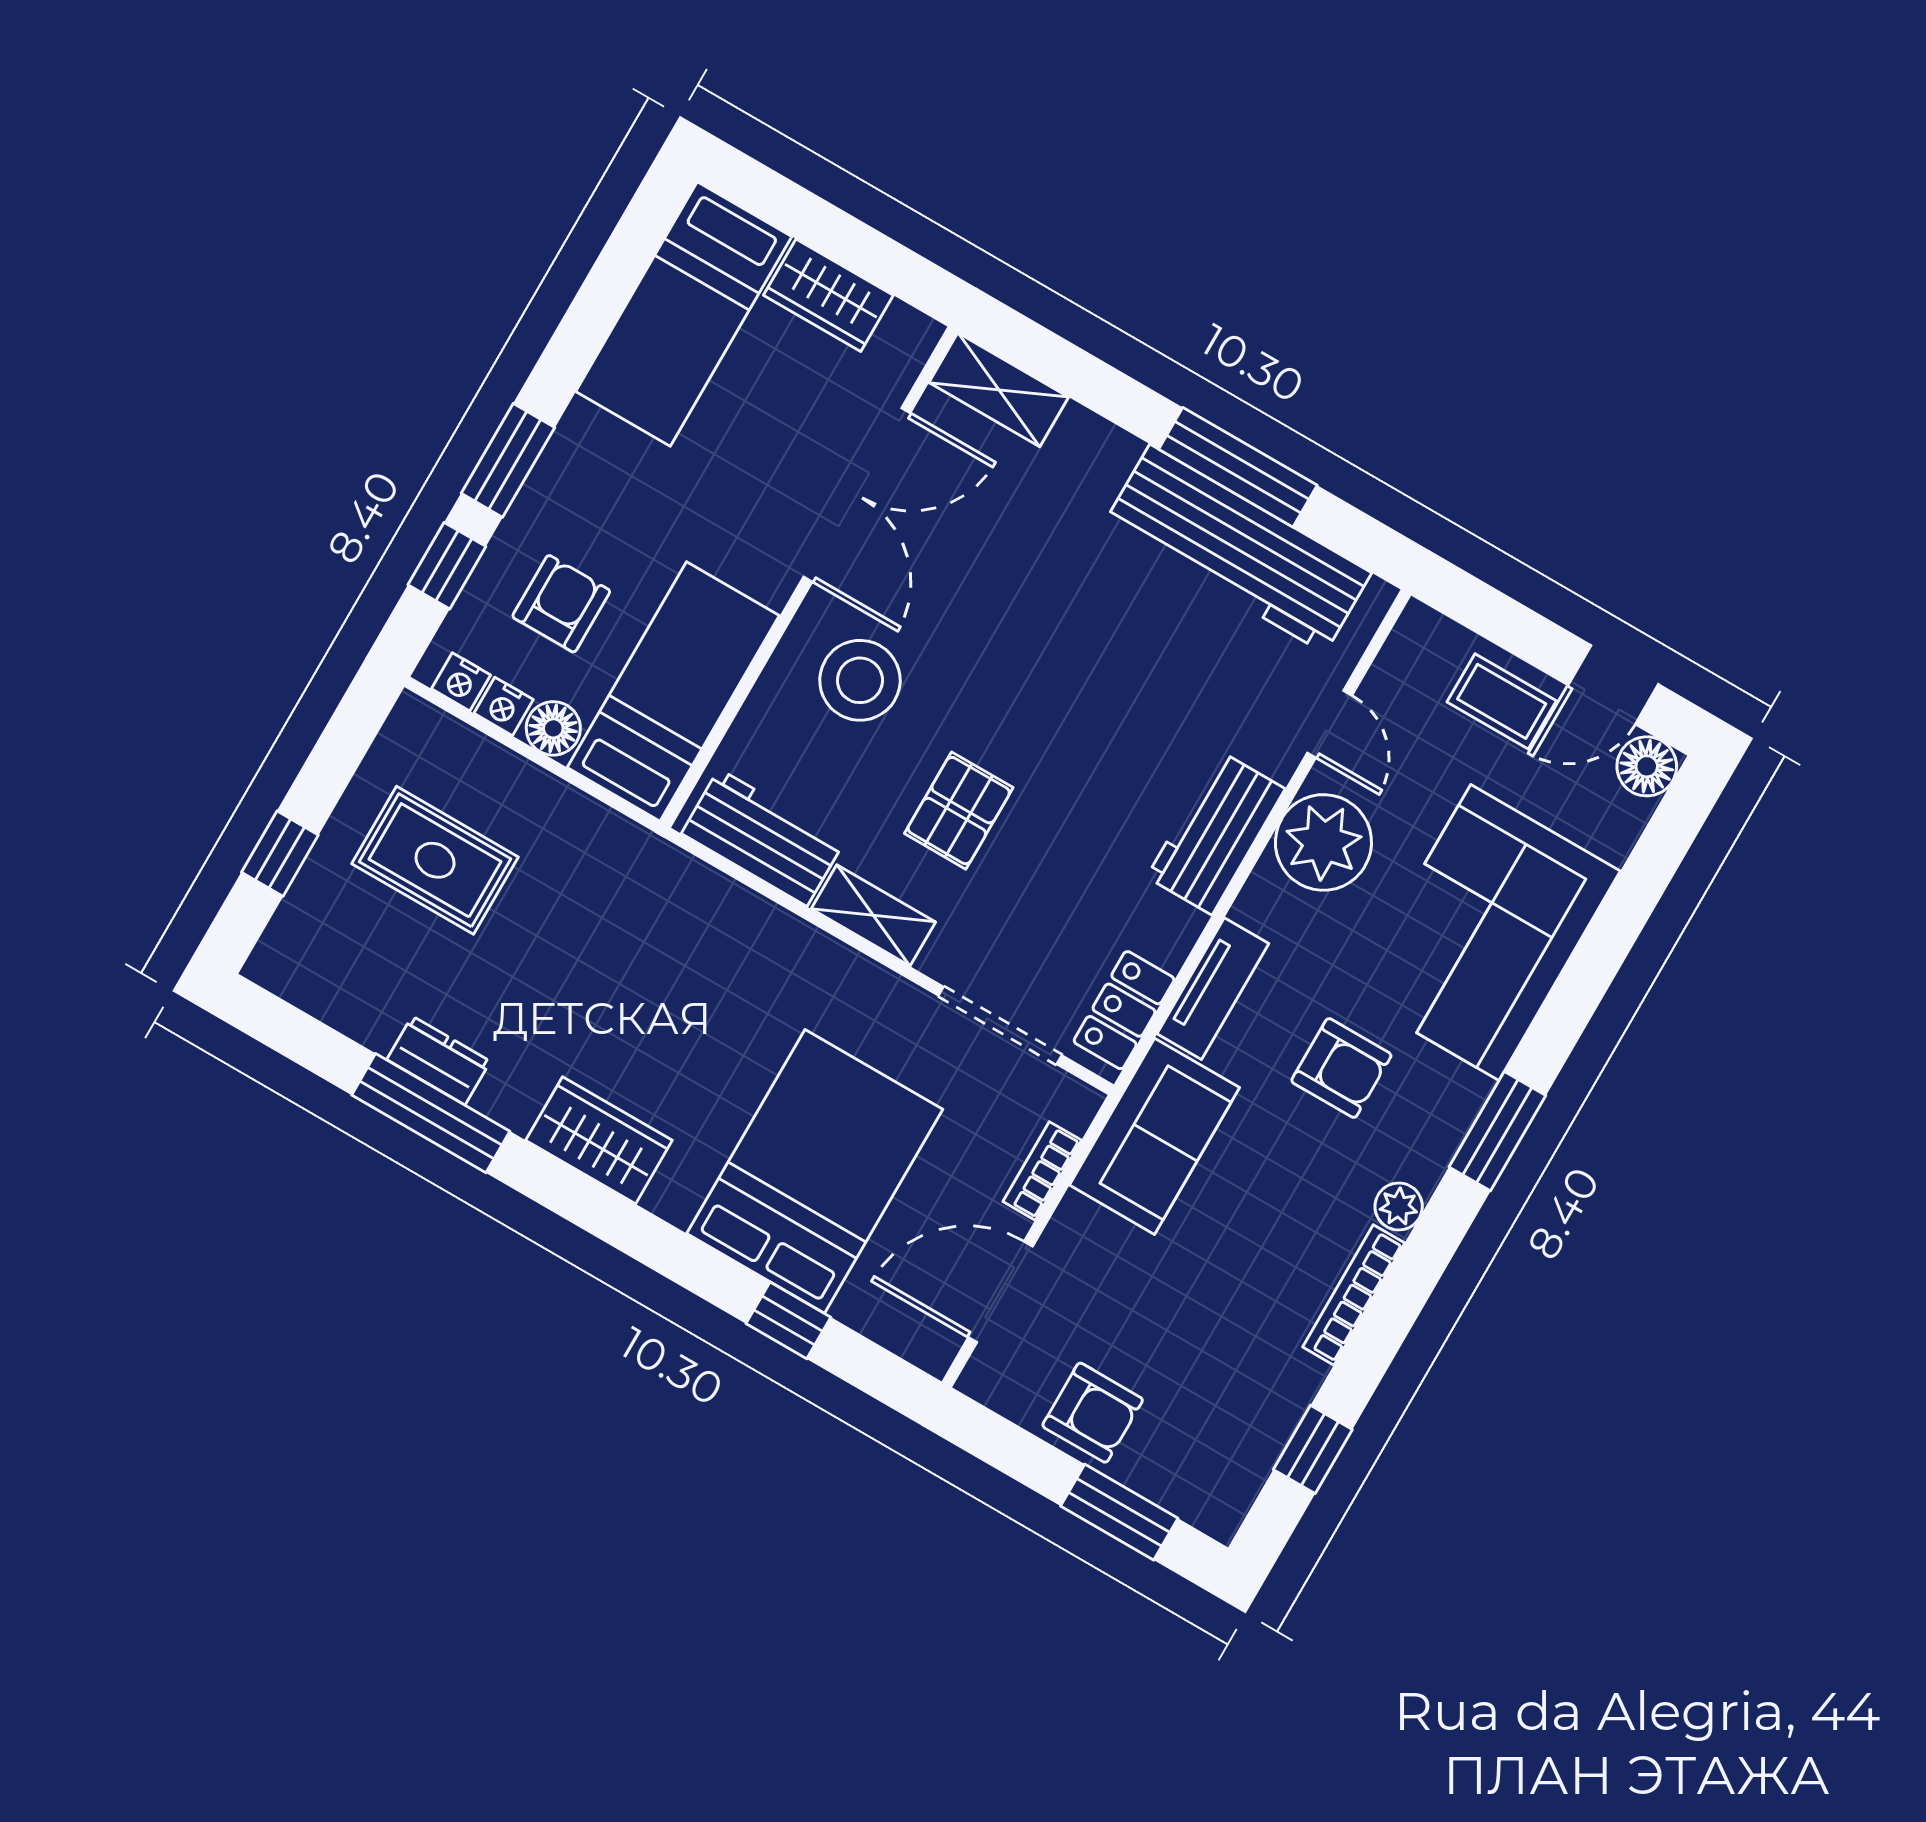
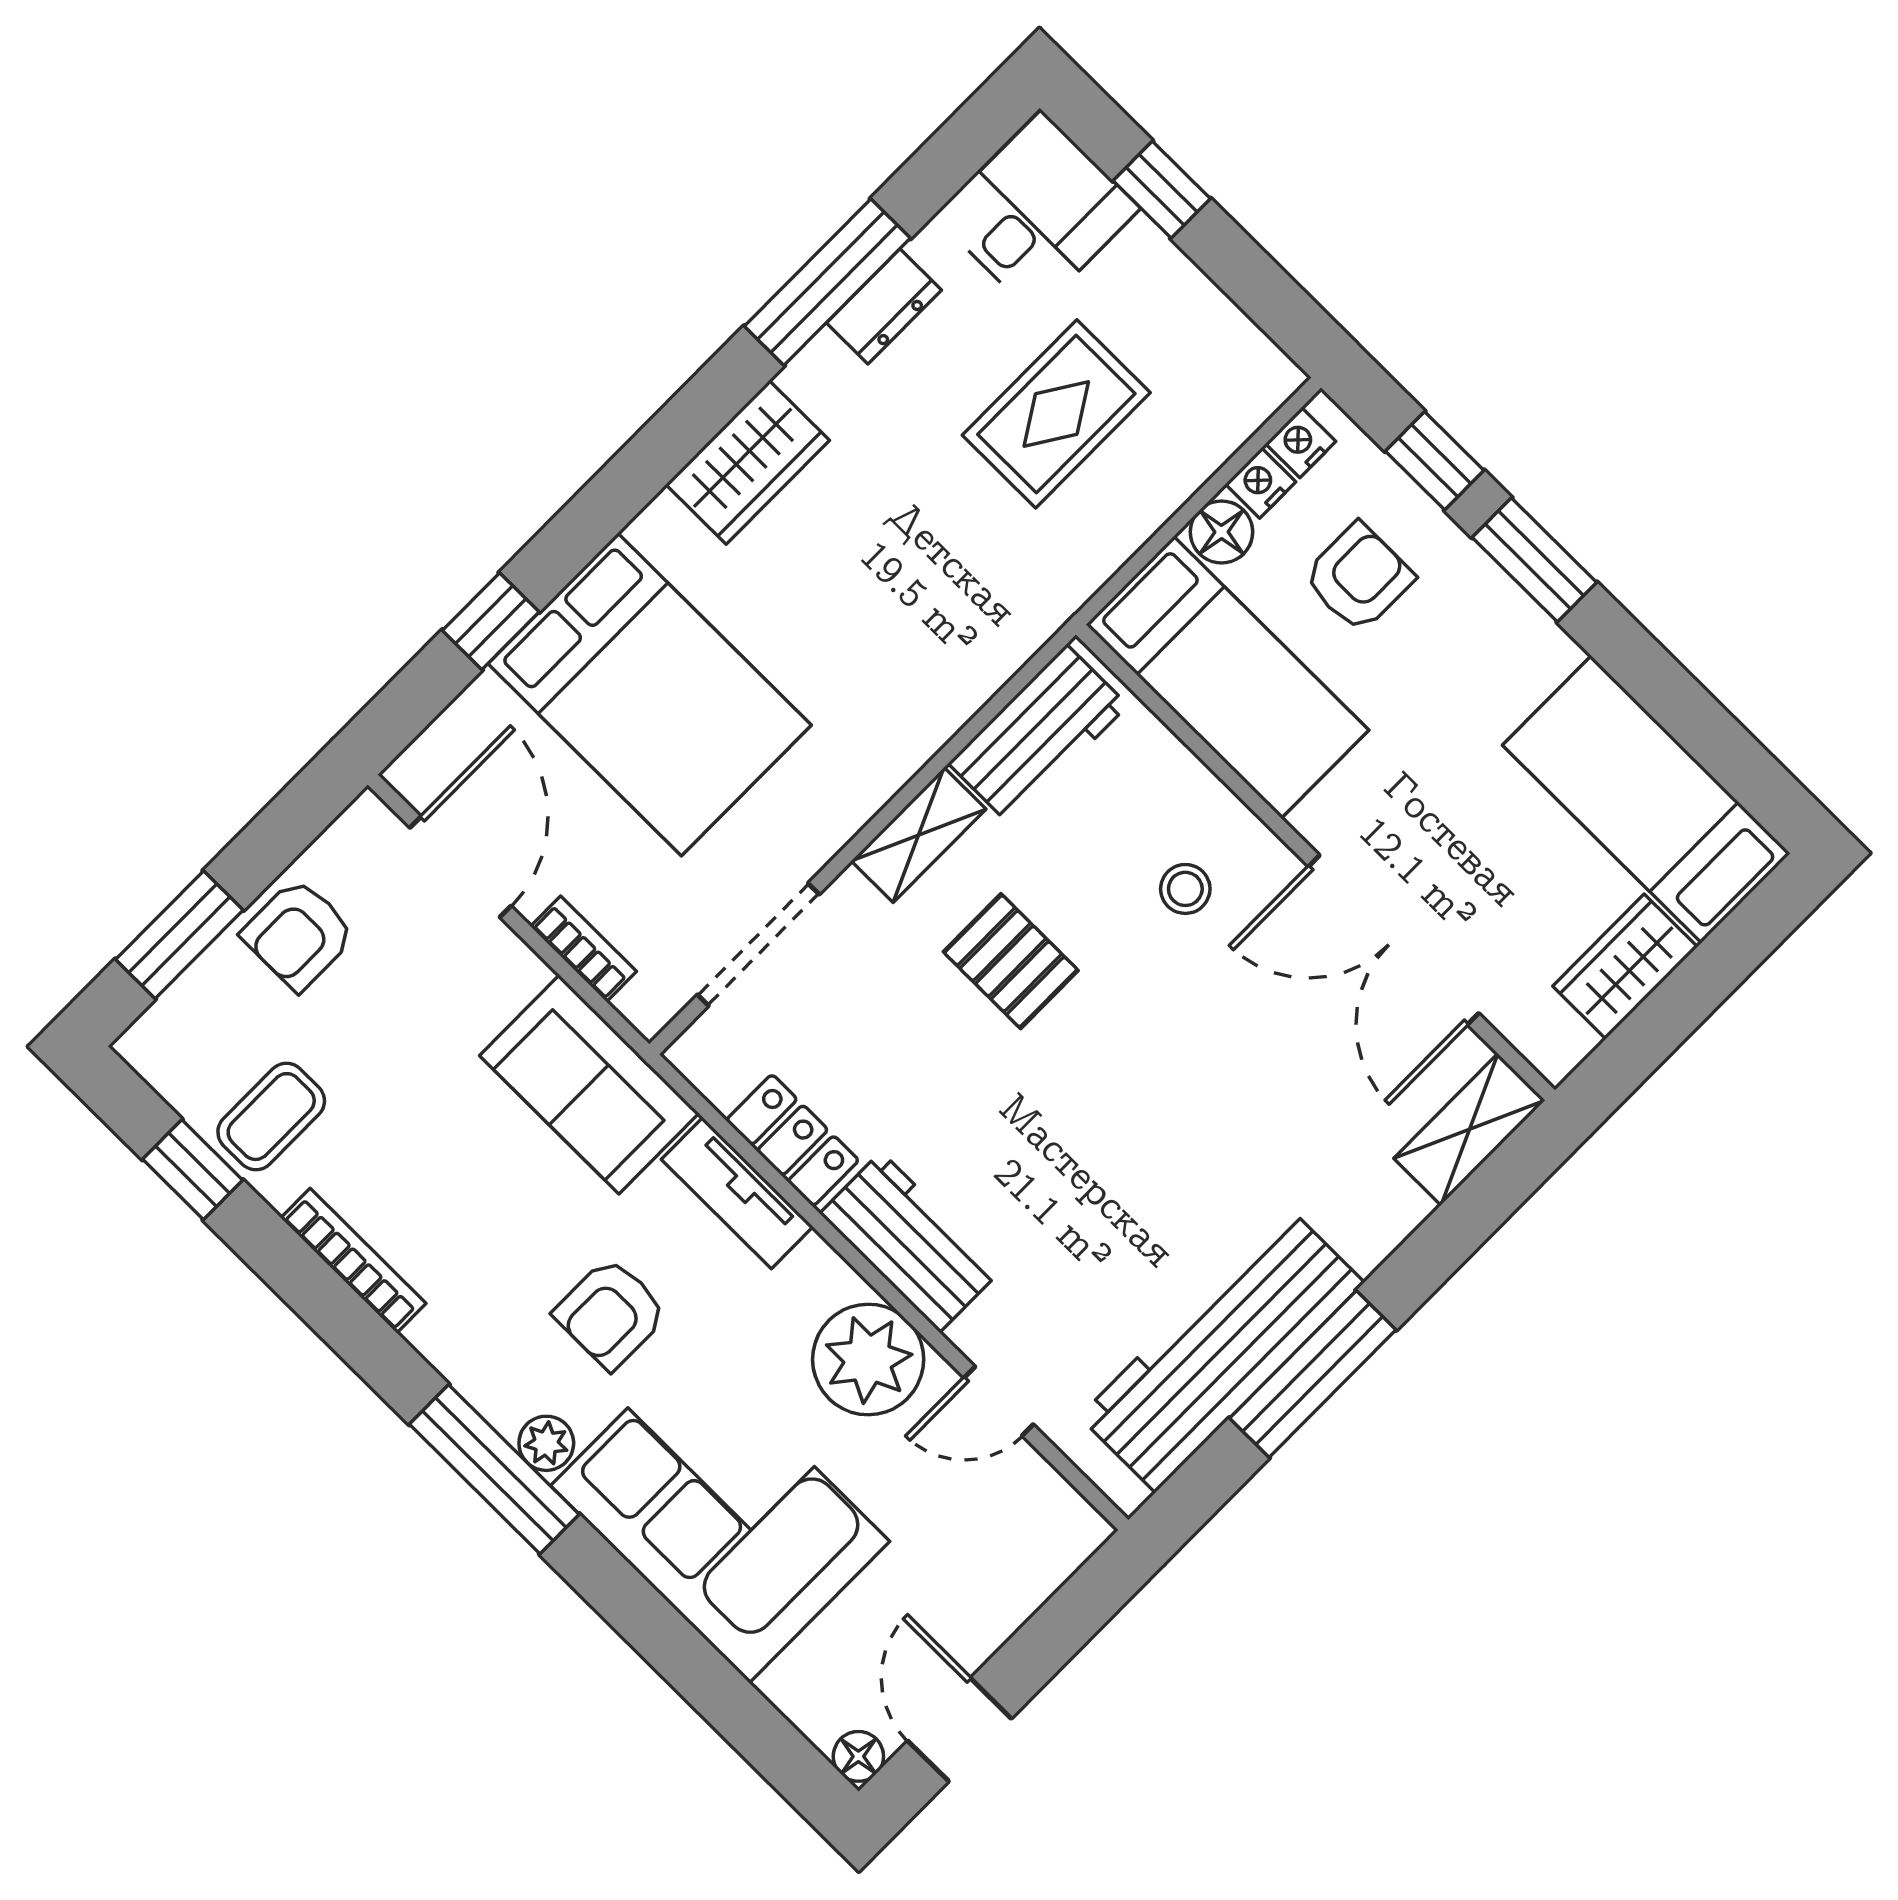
armchair: (561, 604) -> (1359, 577), turned -90
stool: (860, 680) -> (1185, 889), width x0.53, depth x0.53
coffee table: (1502, 701) -> (271, 1117), moved
floor lamp: (1647, 766) -> (858, 1756), width x0.73, depth x0.73
rug: (435, 860) -> (1056, 414), moved
desk: (326, 952) -> (1038, 213), added
locker: (1124, 1010) -> (792, 1140), moved
window: (1497, 1131) -> (494, 1469), width x1.44
plant: (1399, 1206) -> (546, 1443), moved

